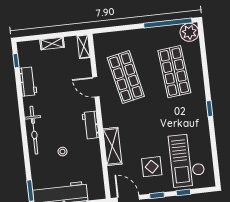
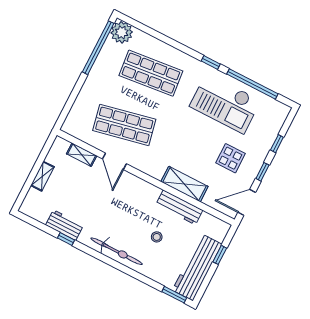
shelving: (84, 46) -> (82, 155), moved
window: (16, 61) -> (66, 239), moved
door: (96, 87) -> (114, 161), hinge flipped
workbench: (91, 125) -> (179, 207), moved, width x1.38
window: (214, 148) -> (252, 84), added
checkout: (187, 160) -> (225, 103), moved

